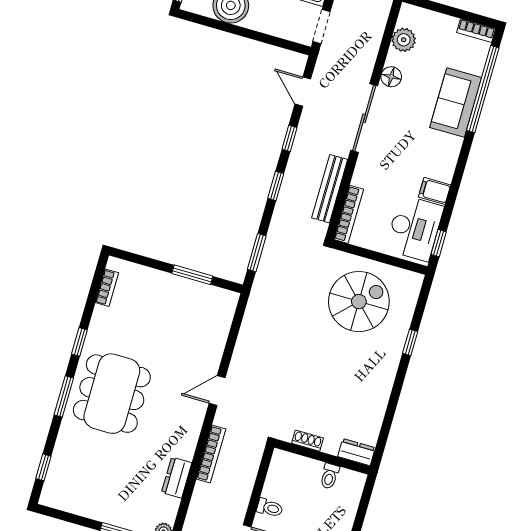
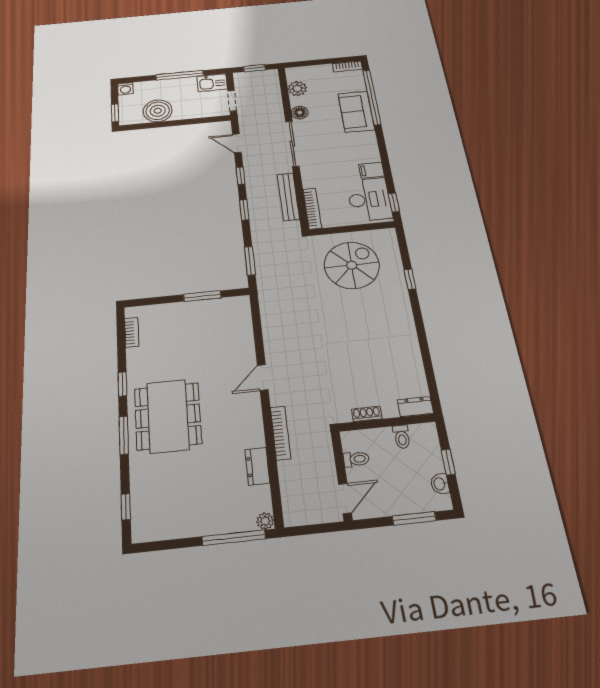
shoe rack: (307, 441) -> (367, 414), moved
dresser: (356, 452) -> (415, 407), moved
wall: (322, 457) -> (387, 423), moved
toilet: (330, 476) -> (402, 437), moved

